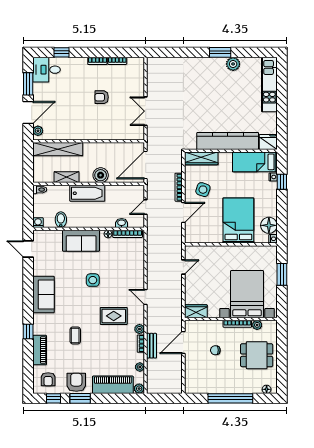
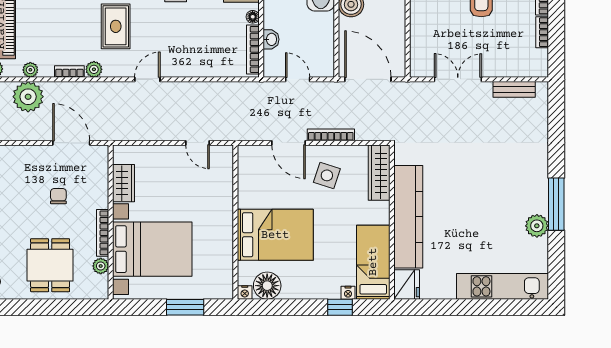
window: (220, 52) -> (556, 204), width x1.44
wardrobe: (196, 311) -> (124, 183), moved
bench: (151, 346) -> (514, 89), moved
plant: (156, 368) -> (28, 97), added

